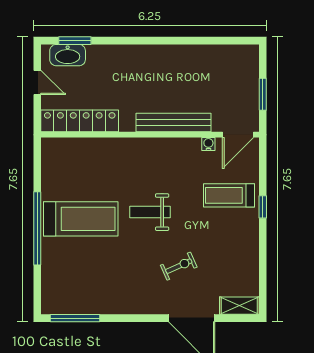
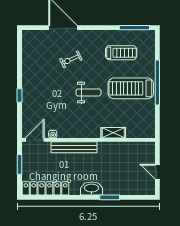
window: (75, 41) -> (110, 197), moved
washbasin: (68, 55) -> (92, 188), moved
locker: (80, 121) -> (45, 188), moved, turned 180
treadmill: (229, 195) -> (121, 53), moved
shelving: (239, 306) -> (113, 133), moved

